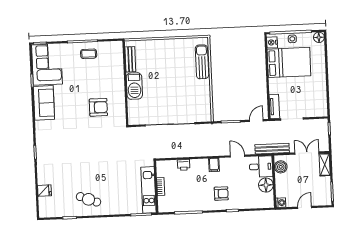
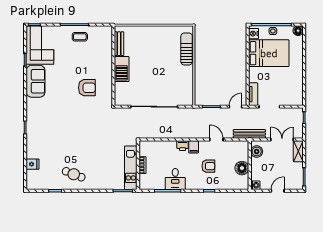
printer: (184, 165) -> (183, 146), moved
desk: (261, 167) -> (175, 179), moved, turned 90
armchair: (221, 194) -> (208, 166), moved

